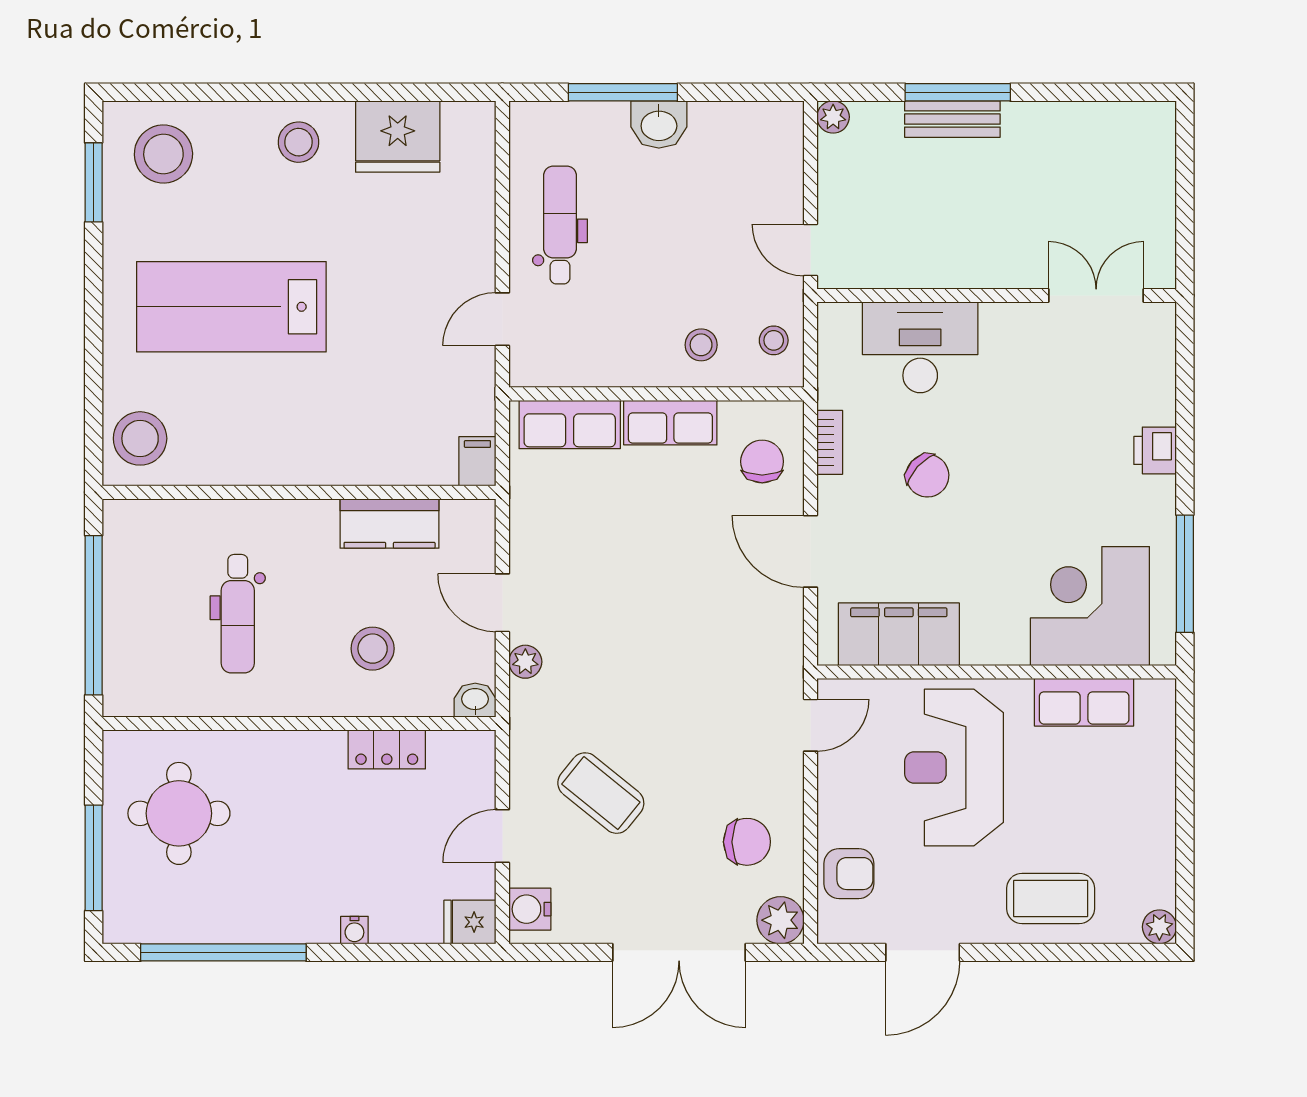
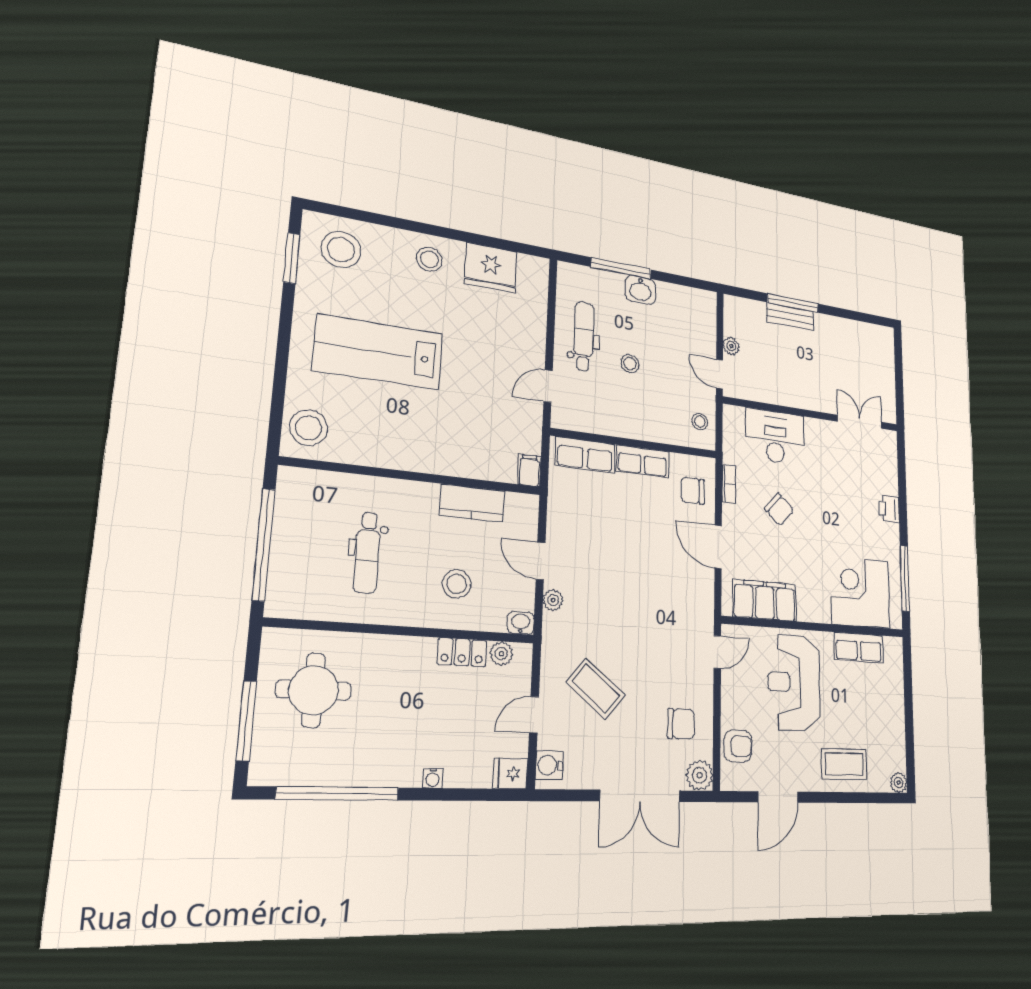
plant: (833, 117) -> (731, 346), moved
stool: (701, 345) -> (630, 364), moved
chair: (762, 461) -> (693, 491), turned -90
plant: (447, 748) -> (501, 654), added

